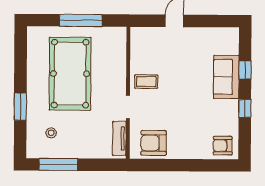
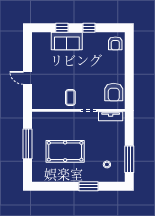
pool table: (70, 74) -> (65, 151), width x0.73, depth x0.76

